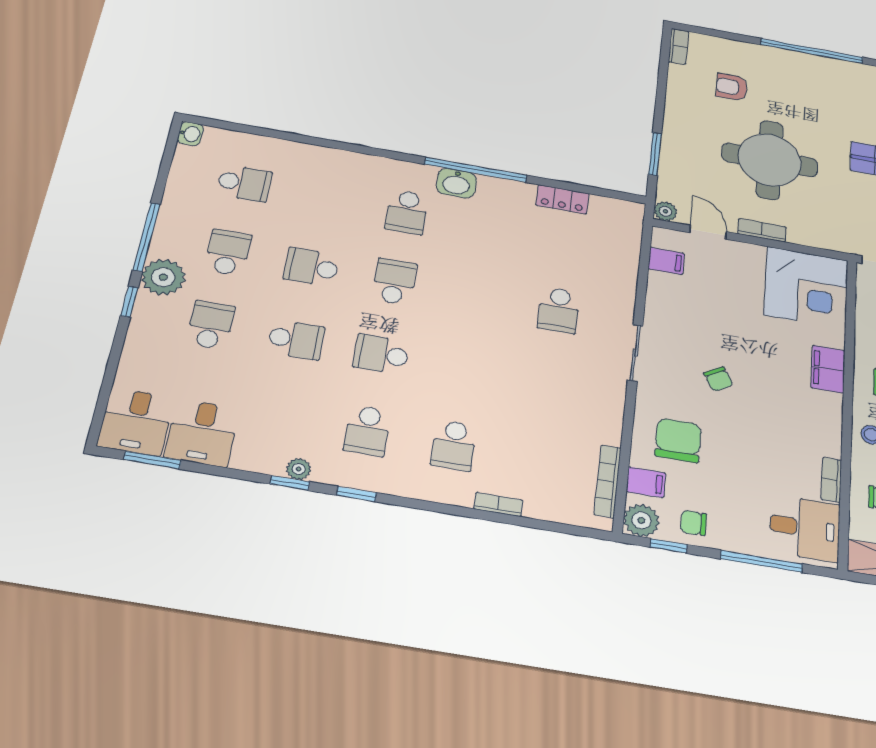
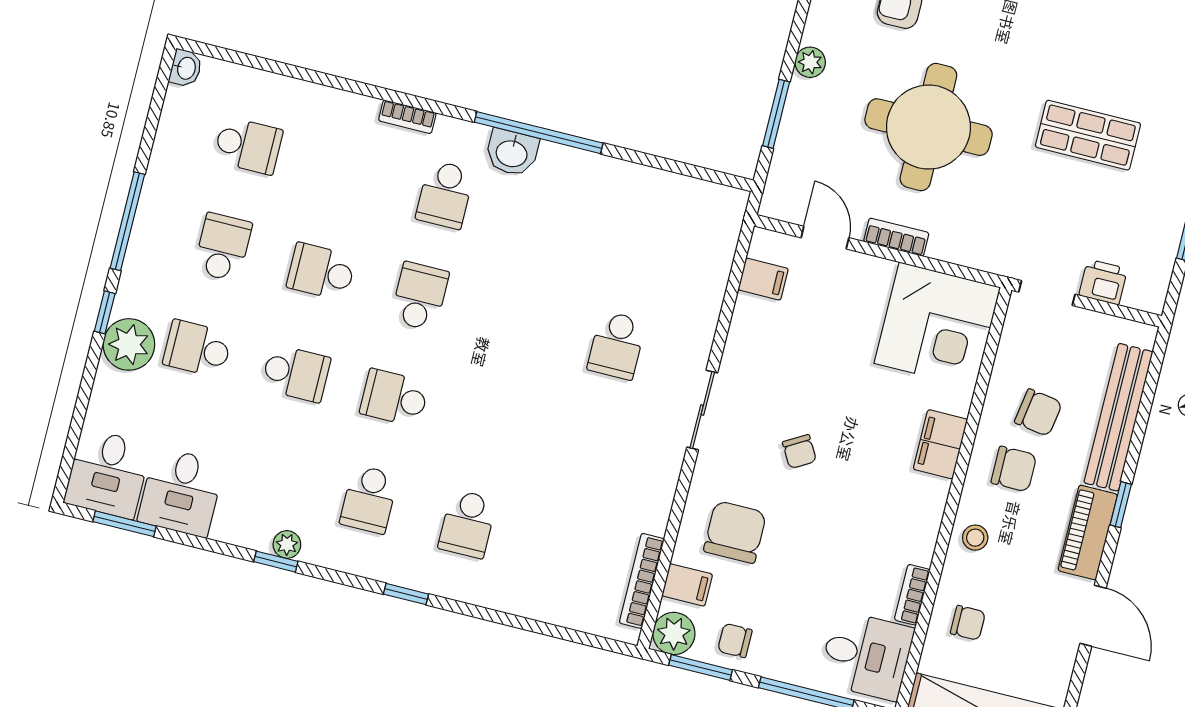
locker: (562, 199) -> (644, 182), removed
plant: (665, 211) -> (810, 62), moved
plant: (163, 277) -> (129, 344), moved
school desk: (211, 325) -> (197, 349), turned -90
window: (356, 494) -> (406, 594), moved
bookcase: (498, 505) -> (407, 117), moved, turned 180
window: (669, 546) -> (701, 667), width x1.50

